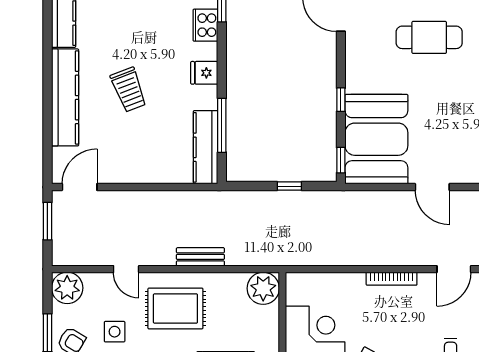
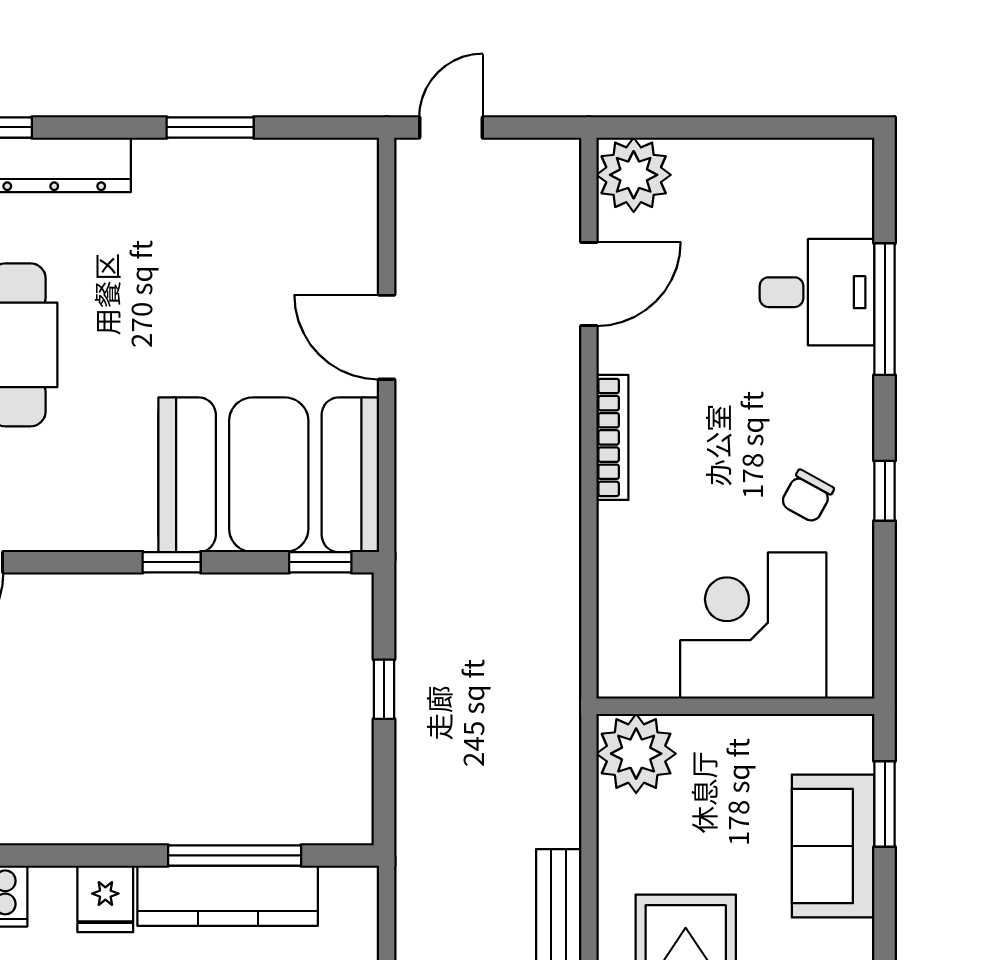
kitchen counter: (206, 147) -> (228, 896), moved
door: (432, 187) -> (387, 337), swing flipped
door: (454, 269) -> (589, 284), hinge flipped

